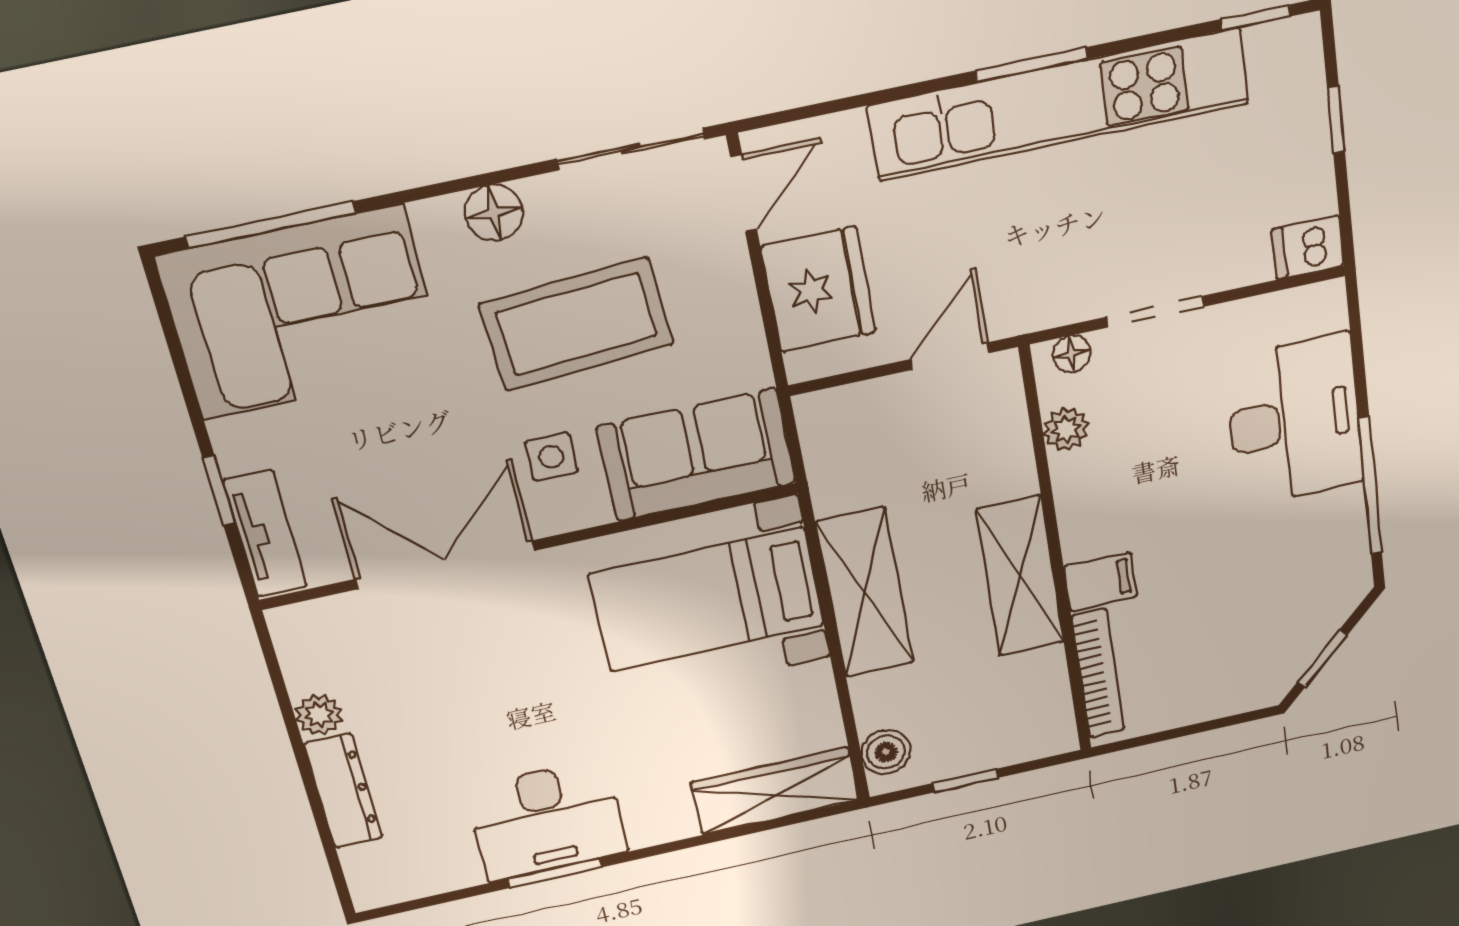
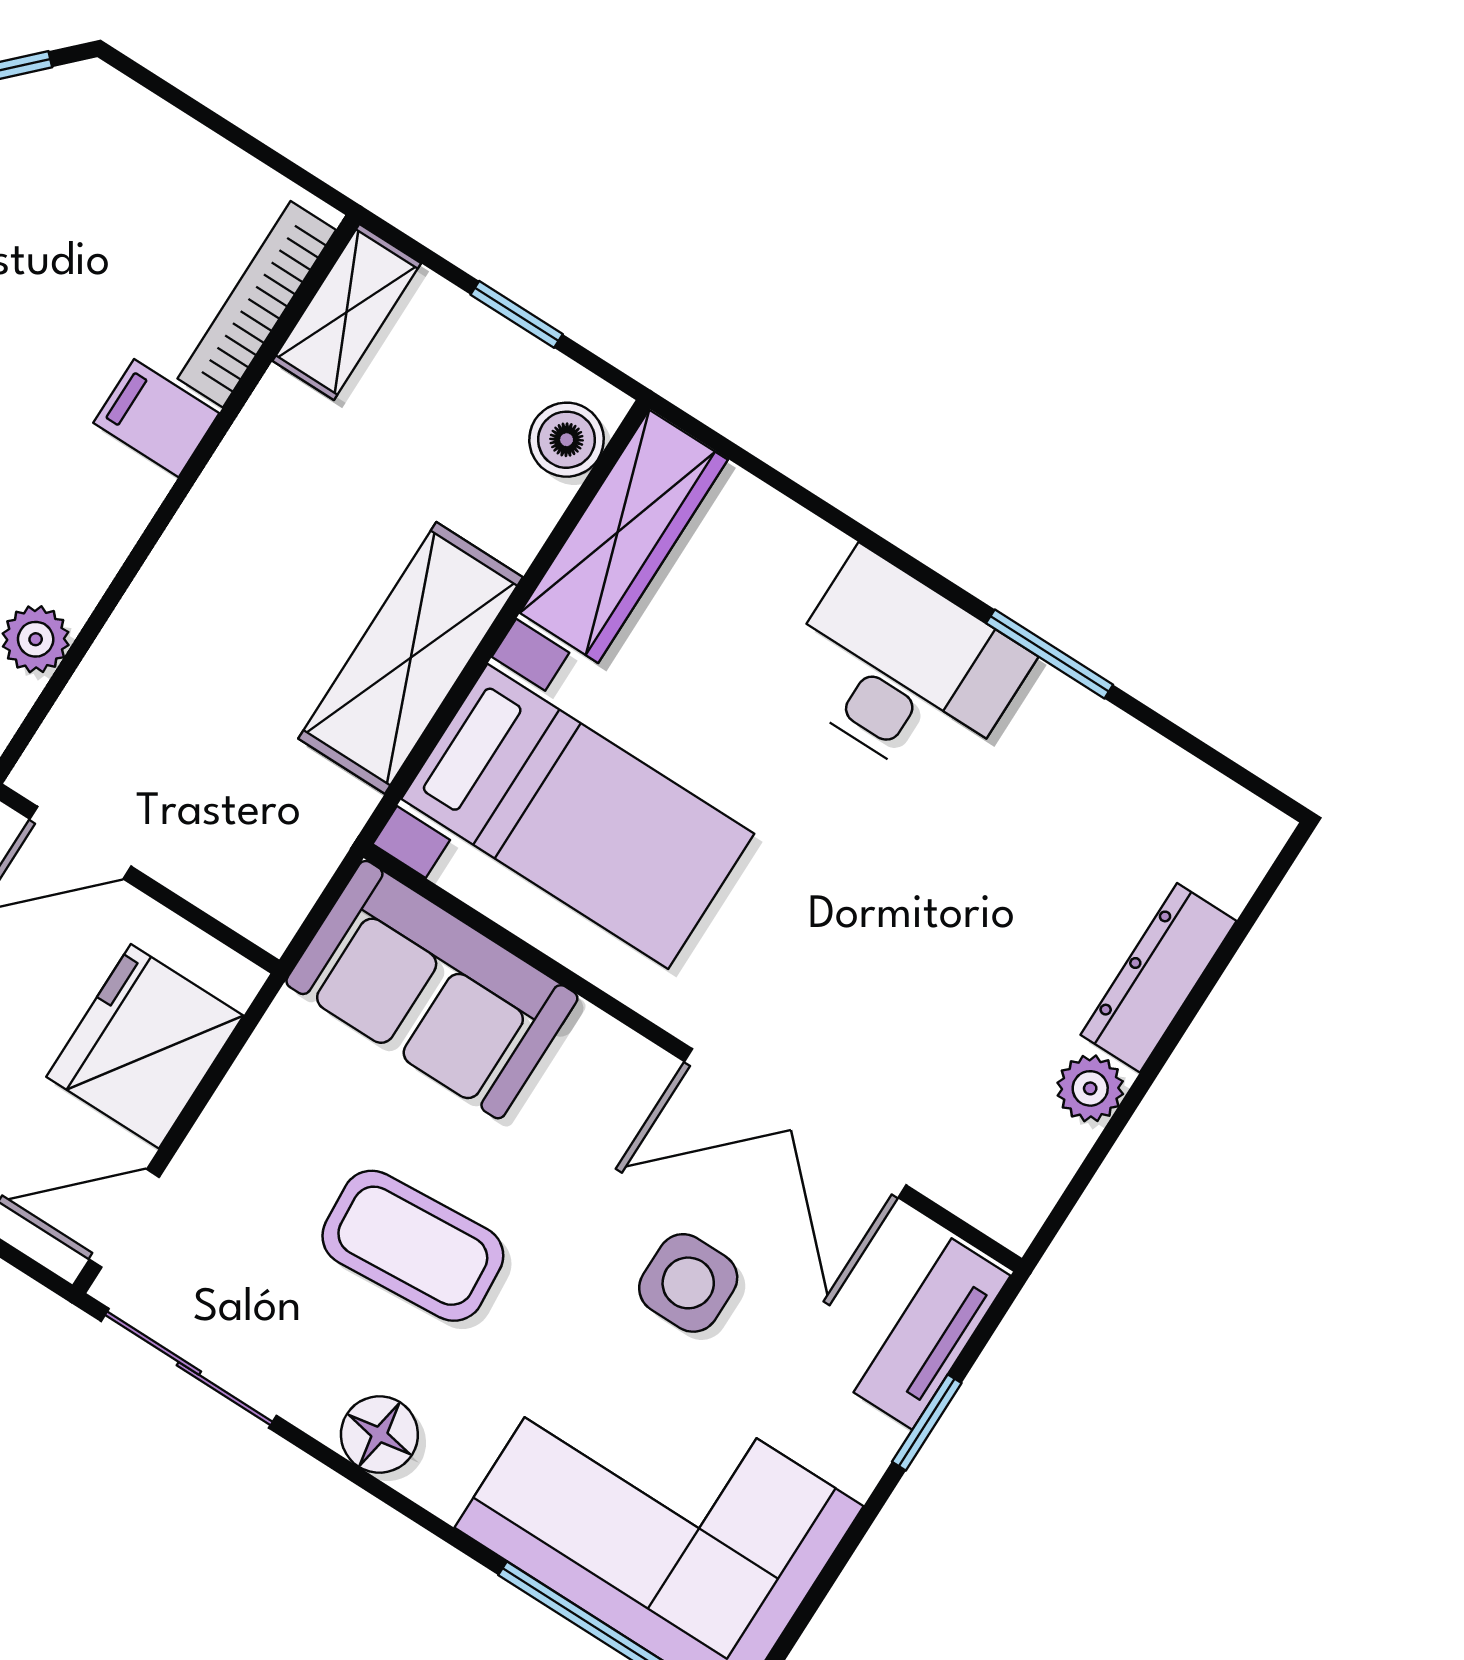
coffee table: (577, 324) -> (413, 1246), width x0.73, depth x0.76
side table: (551, 457) -> (688, 1283), moved, width x1.37, depth x1.37
shelving: (1020, 576) -> (347, 312), moved, width x0.67, depth x0.75
wardrobe: (775, 791) -> (624, 536), moved, turned -90
desk: (547, 820) -> (904, 670), moved

